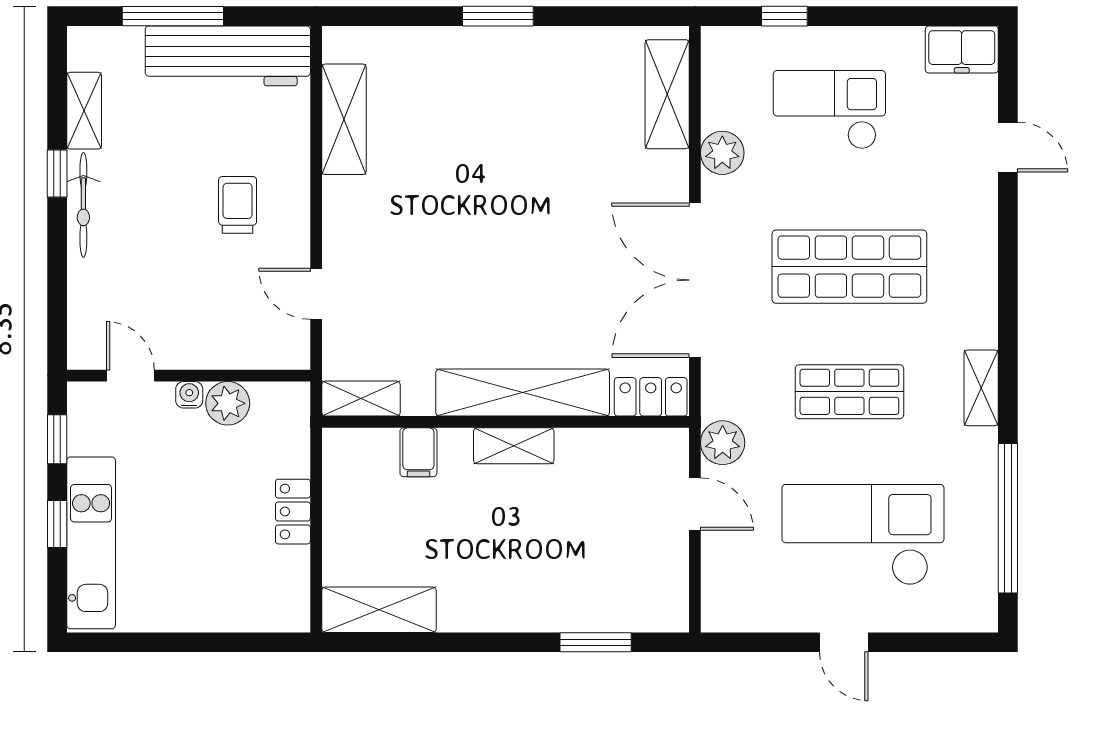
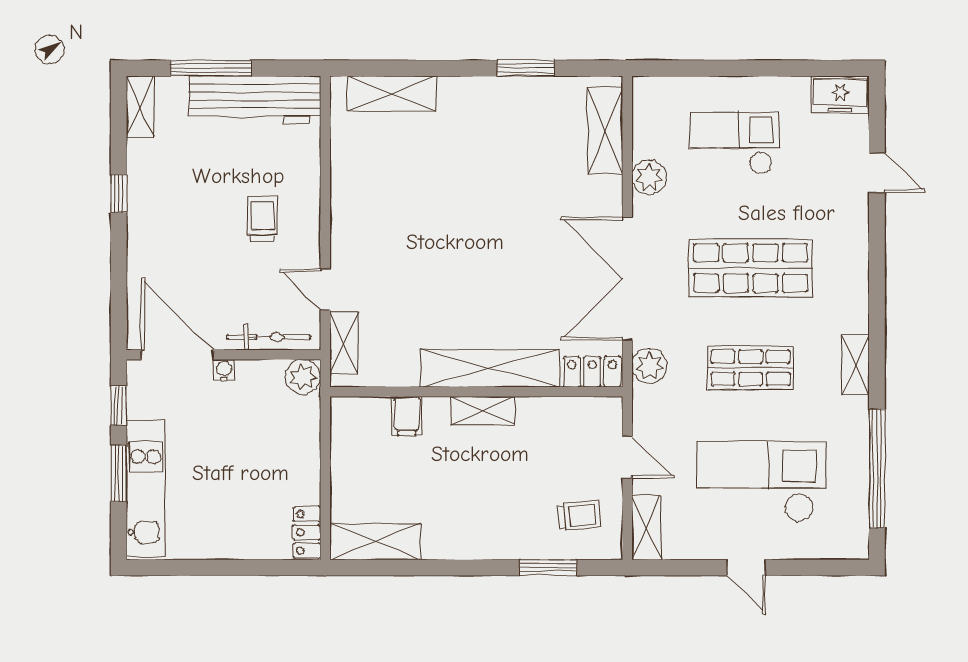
window: (498, 16) -> (526, 68), moved
window: (784, 16) -> (699, 68), removed
shelving: (84, 111) -> (140, 107), moved
shelving: (344, 119) -> (392, 94), moved, turned 90
bicycle: (83, 205) -> (268, 337), moved, turned -90
door: (130, 376) -> (177, 355), width x1.88
shelving: (361, 399) -> (344, 343), moved, turned 90
plant: (228, 403) -> (303, 377), moved
plant: (723, 443) -> (649, 366), moved
locker: (293, 512) -> (307, 532), moved
window: (57, 524) -> (119, 473), width x1.50
trolley: (635, 577) -> (579, 515), added
shelving: (719, 592) -> (646, 527), added

